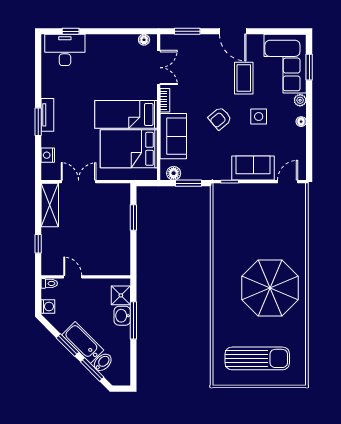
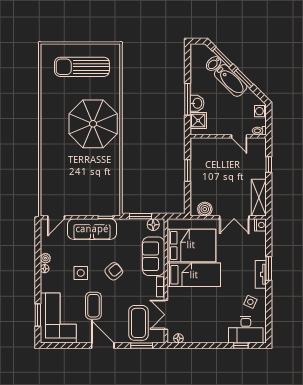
coffee table: (191, 58) -> (138, 323), added
side table: (60, 83) -> (250, 302), added
plant: (300, 100) -> (45, 258), moved
nightstand: (48, 155) -> (260, 225), moved
sofa: (253, 168) -> (92, 229), width x1.36
boiler: (113, 191) -> (205, 209), added
window: (133, 218) -> (188, 171), moved
parasol: (270, 288) -> (93, 124), moved

